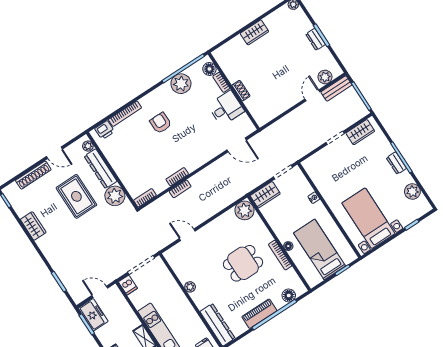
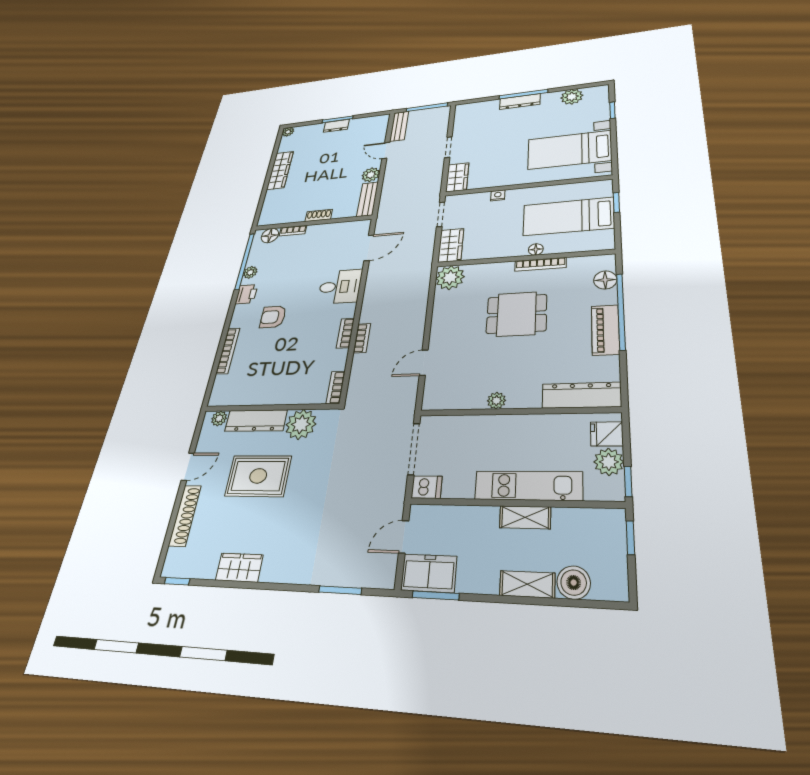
wardrobe: (254, 32) -> (280, 170), width x1.50
plant: (325, 77) -> (371, 175), moved
plant: (181, 84) -> (250, 272), width x0.53, depth x0.53
desk: (226, 108) -> (340, 287), moved, turned 90
bench: (269, 114) -> (368, 199), added
printer: (105, 130) -> (246, 294), moved
wardrobe: (360, 132) -> (457, 177), moved
dresser: (396, 163) -> (520, 102), width x1.44
dining table: (243, 263) -> (517, 314), turned 90

